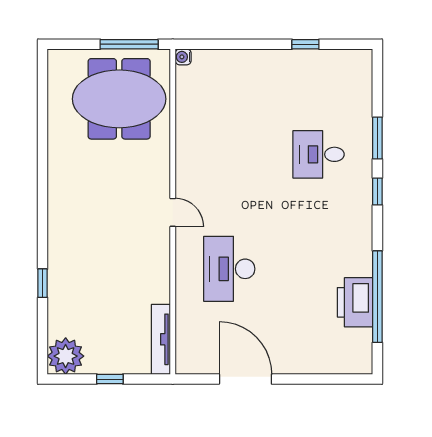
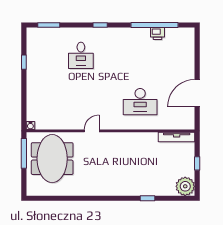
window: (377, 138) -> (49, 25), moved
door: (173, 212) -> (92, 131), moved
printer: (355, 302) -> (157, 34), width x0.53, depth x0.68

